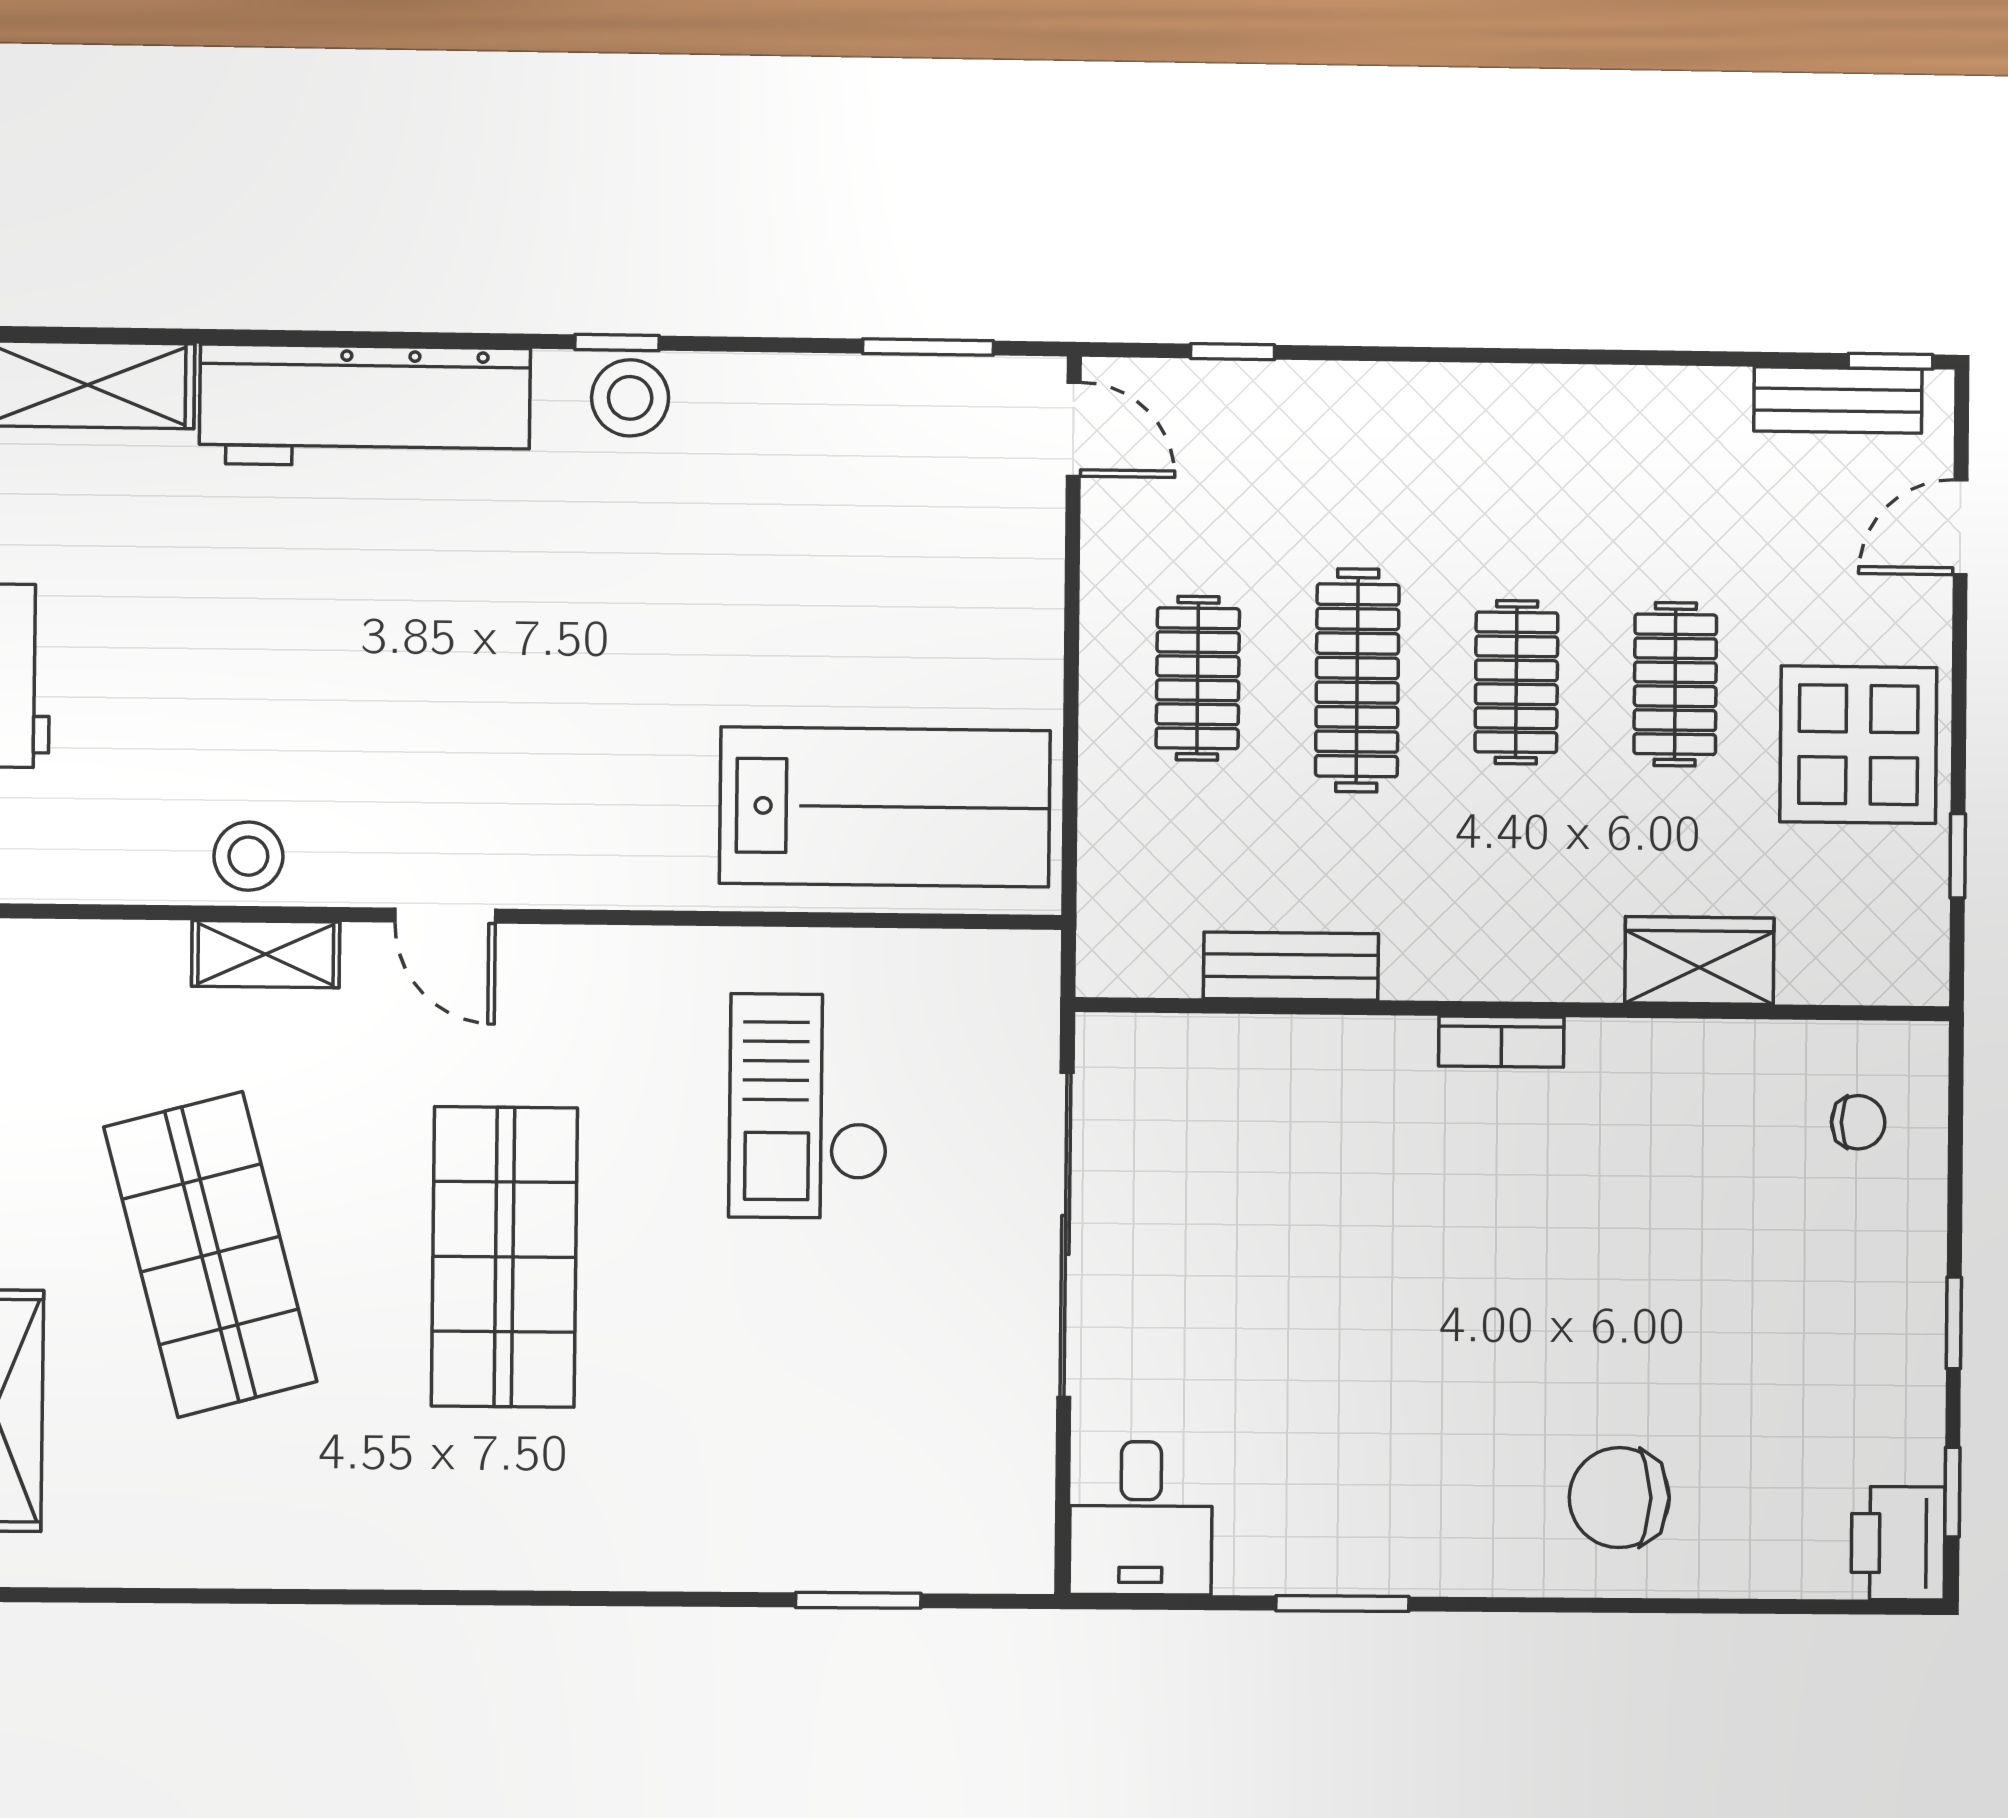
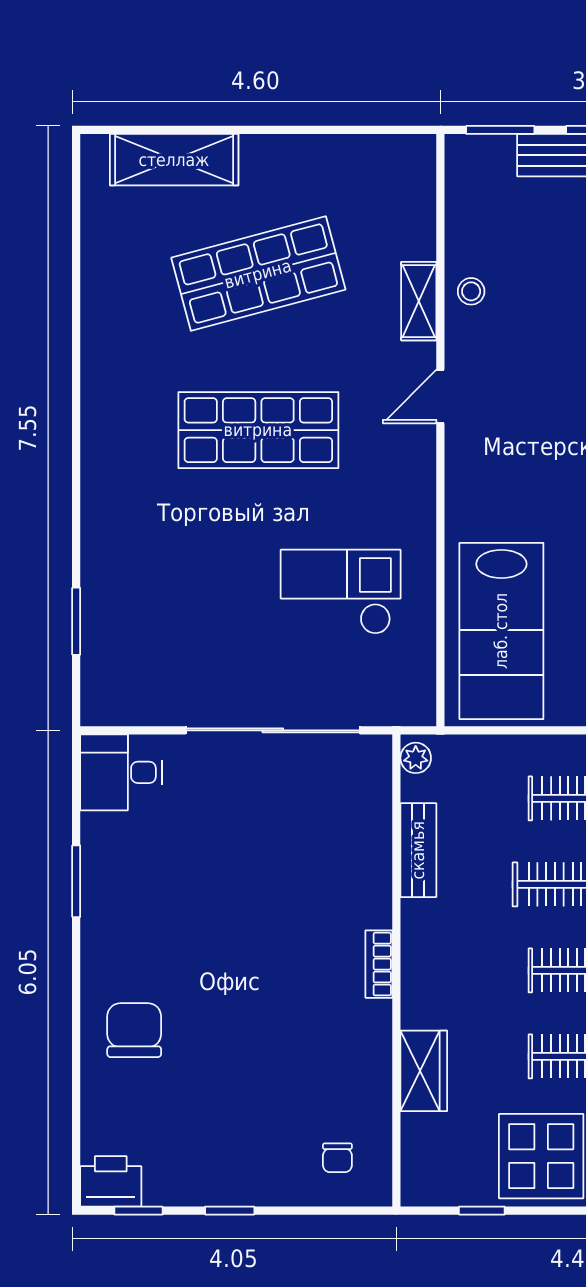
stool: (248, 856) -> (471, 291), width x0.73, depth x0.73
plant: (1120, 969) -> (416, 758), added

